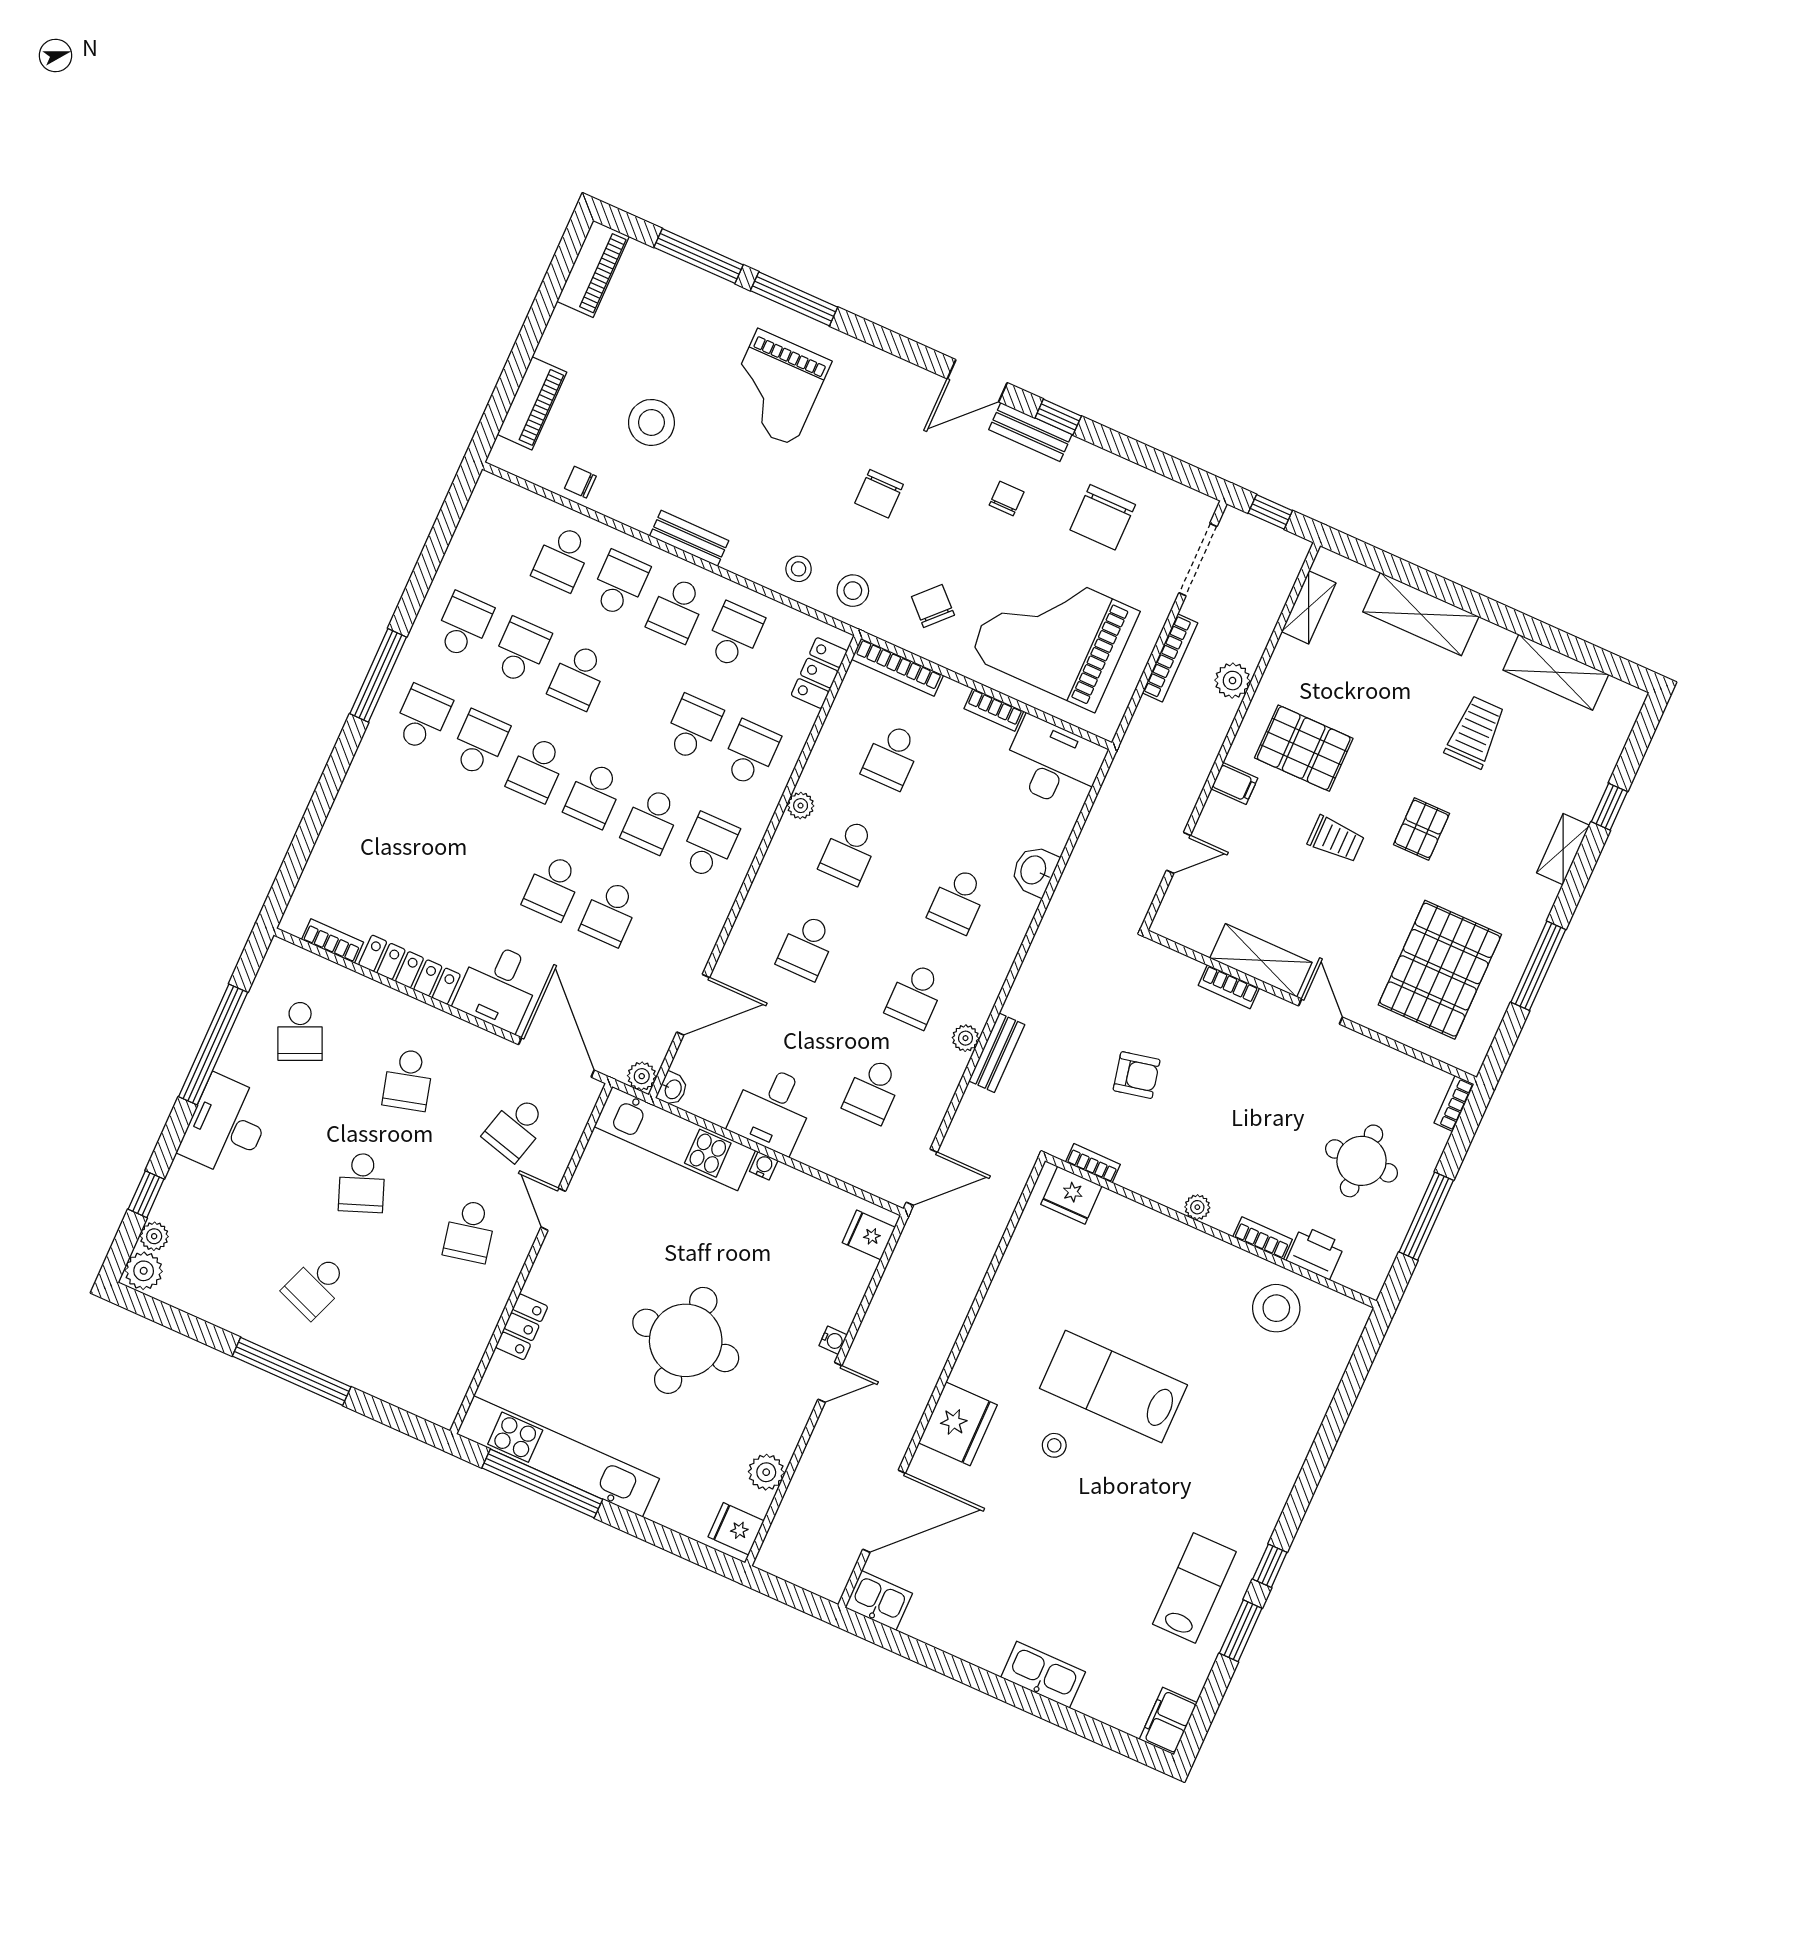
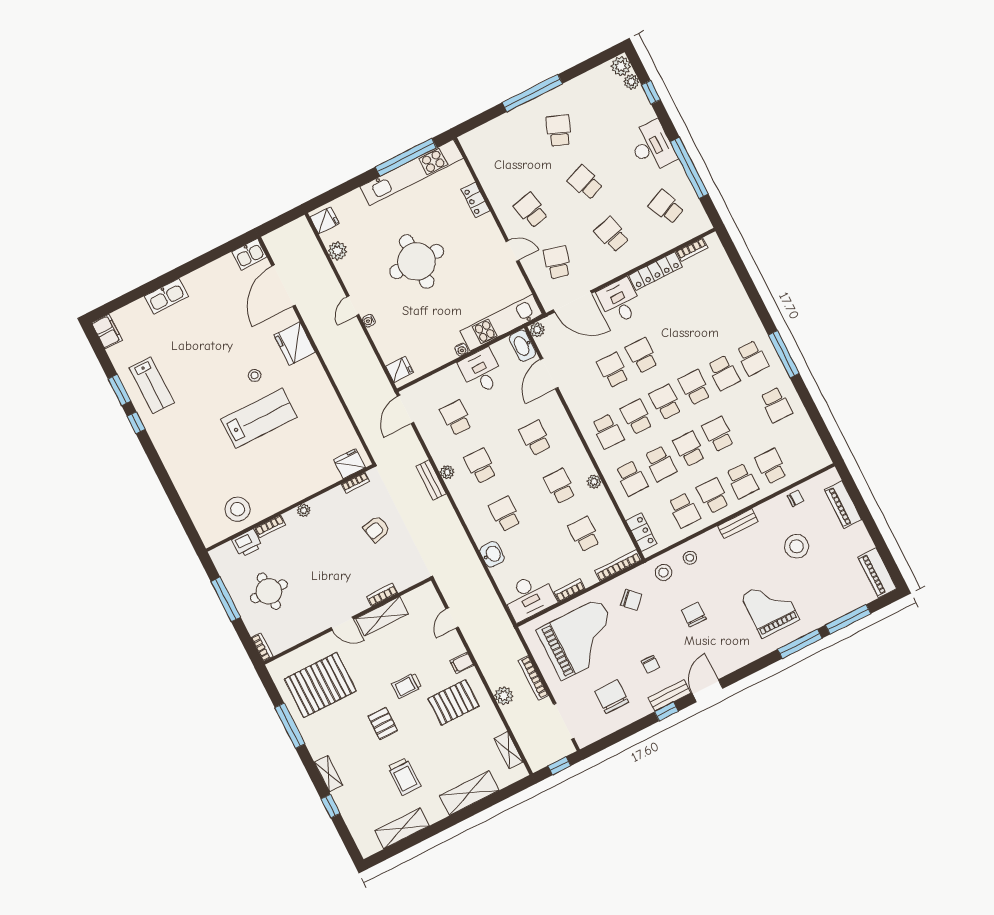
school desk: (521, 651) -> (689, 449), moved, turned 180
pallet: (1440, 970) -> (320, 685), turned 90
washbasin: (673, 1089) -> (523, 346), width x1.91, depth x1.45

